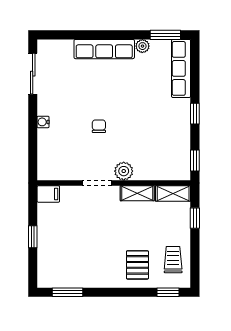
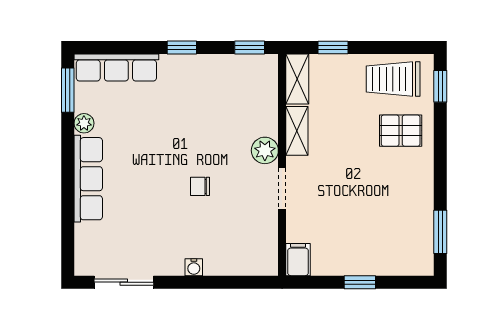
trolley: (173, 260) -> (393, 79), width x1.36, depth x1.39

